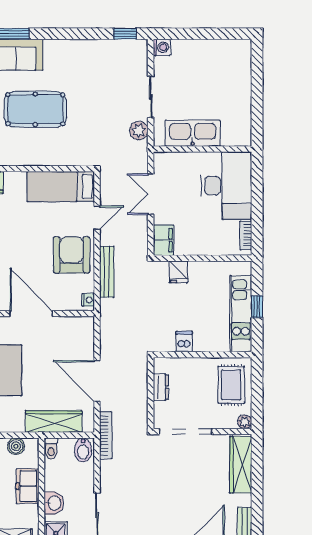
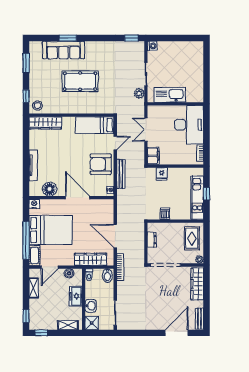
armchair: (71, 255) -> (101, 164), turned -90

